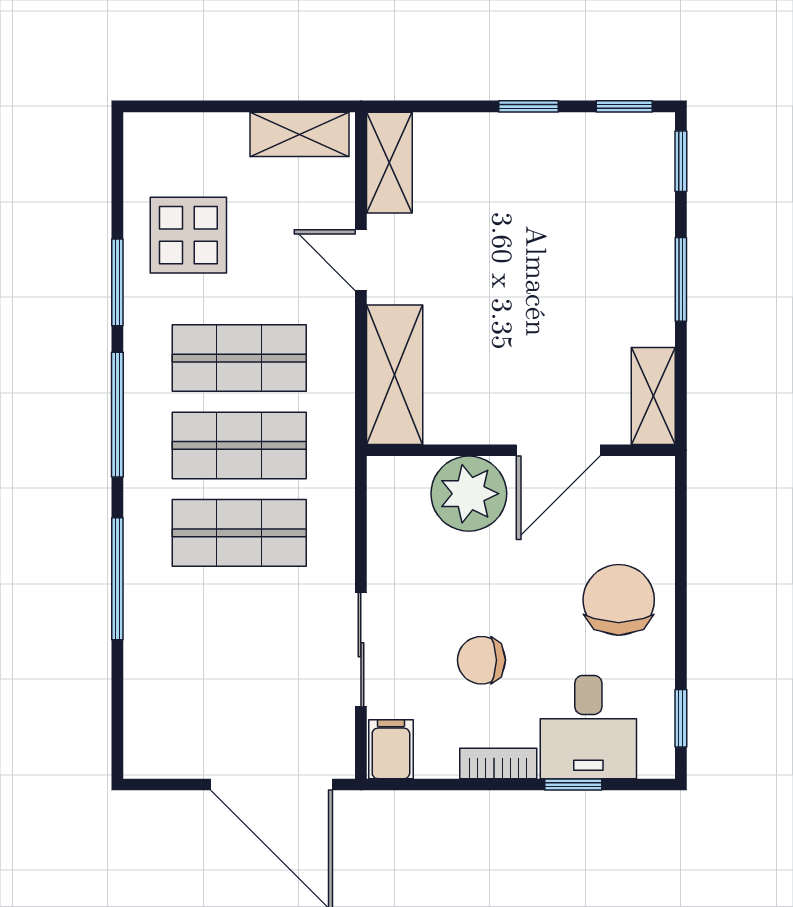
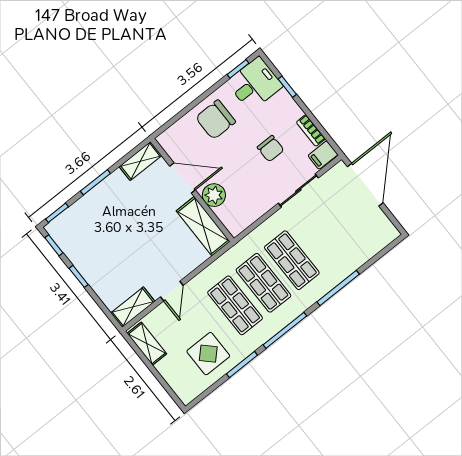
shelving: (395, 375) -> (203, 226), moved, turned 90
plant: (469, 494) -> (214, 195), width x0.73, depth x0.73
desk: (588, 727) -> (255, 84), moved
bookcase: (498, 763) -> (311, 130), moved

